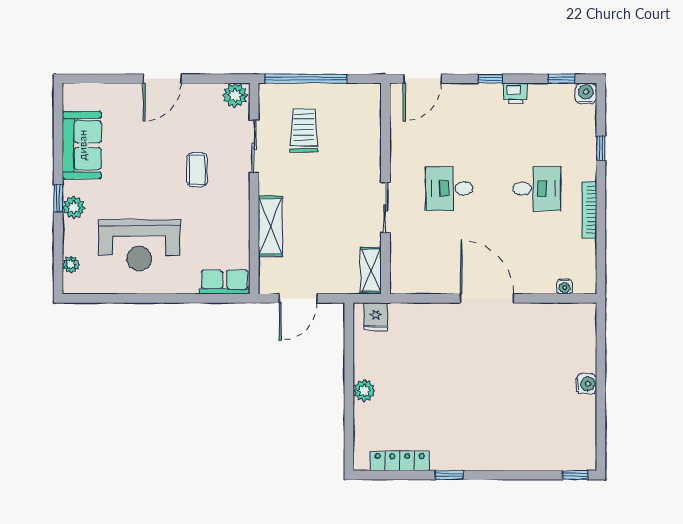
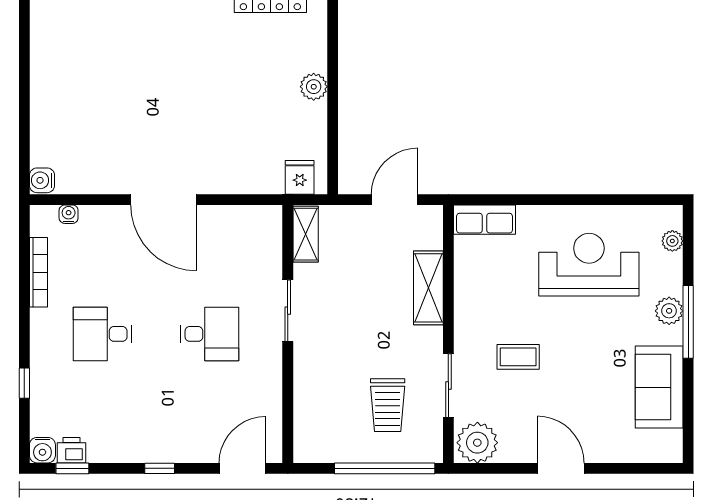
door: (162, 79) -> (561, 468), hinge flipped
printer: (515, 93) -> (72, 450), moved
plant: (235, 95) -> (477, 443), width x1.36, depth x1.36
coffee table: (197, 170) -> (518, 357), turned 90
window: (58, 198) -> (688, 322), width x2.17
bookcase: (589, 210) -> (38, 272), moved
water cooler: (586, 384) -> (42, 180), moved

